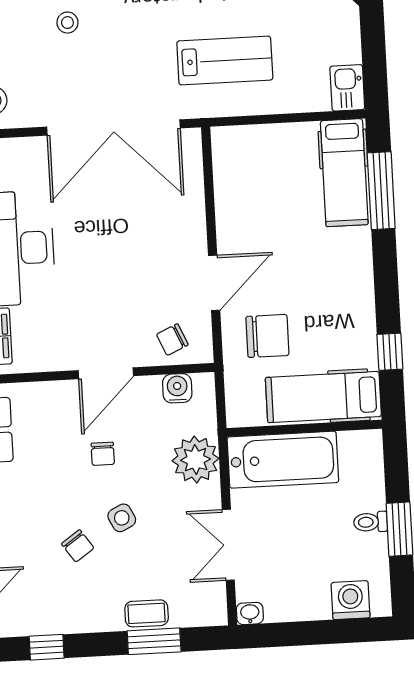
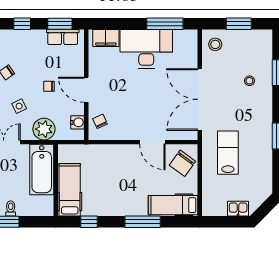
lab bench: (225, 60) -> (228, 153), turned 180
kitchen sink: (347, 88) -> (238, 209), moved
window: (381, 191) -> (143, 222), moved
door: (214, 283) -> (152, 142), moved
chair: (267, 336) -> (182, 163), moved, turned 36
side table: (122, 518) -> (19, 106), moved

